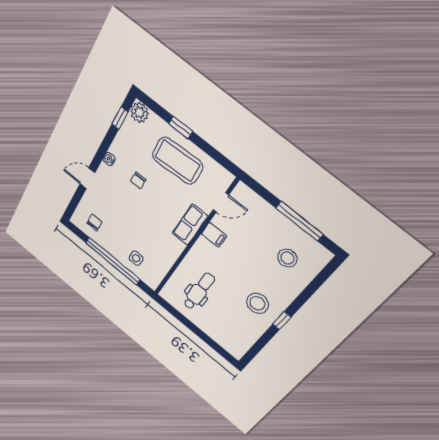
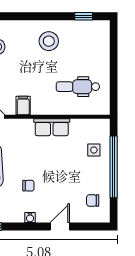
door: (87, 178) -> (60, 227), swing flipped
row of seats: (190, 225) -> (52, 127), moved
window: (282, 321) -> (84, 16), moved

